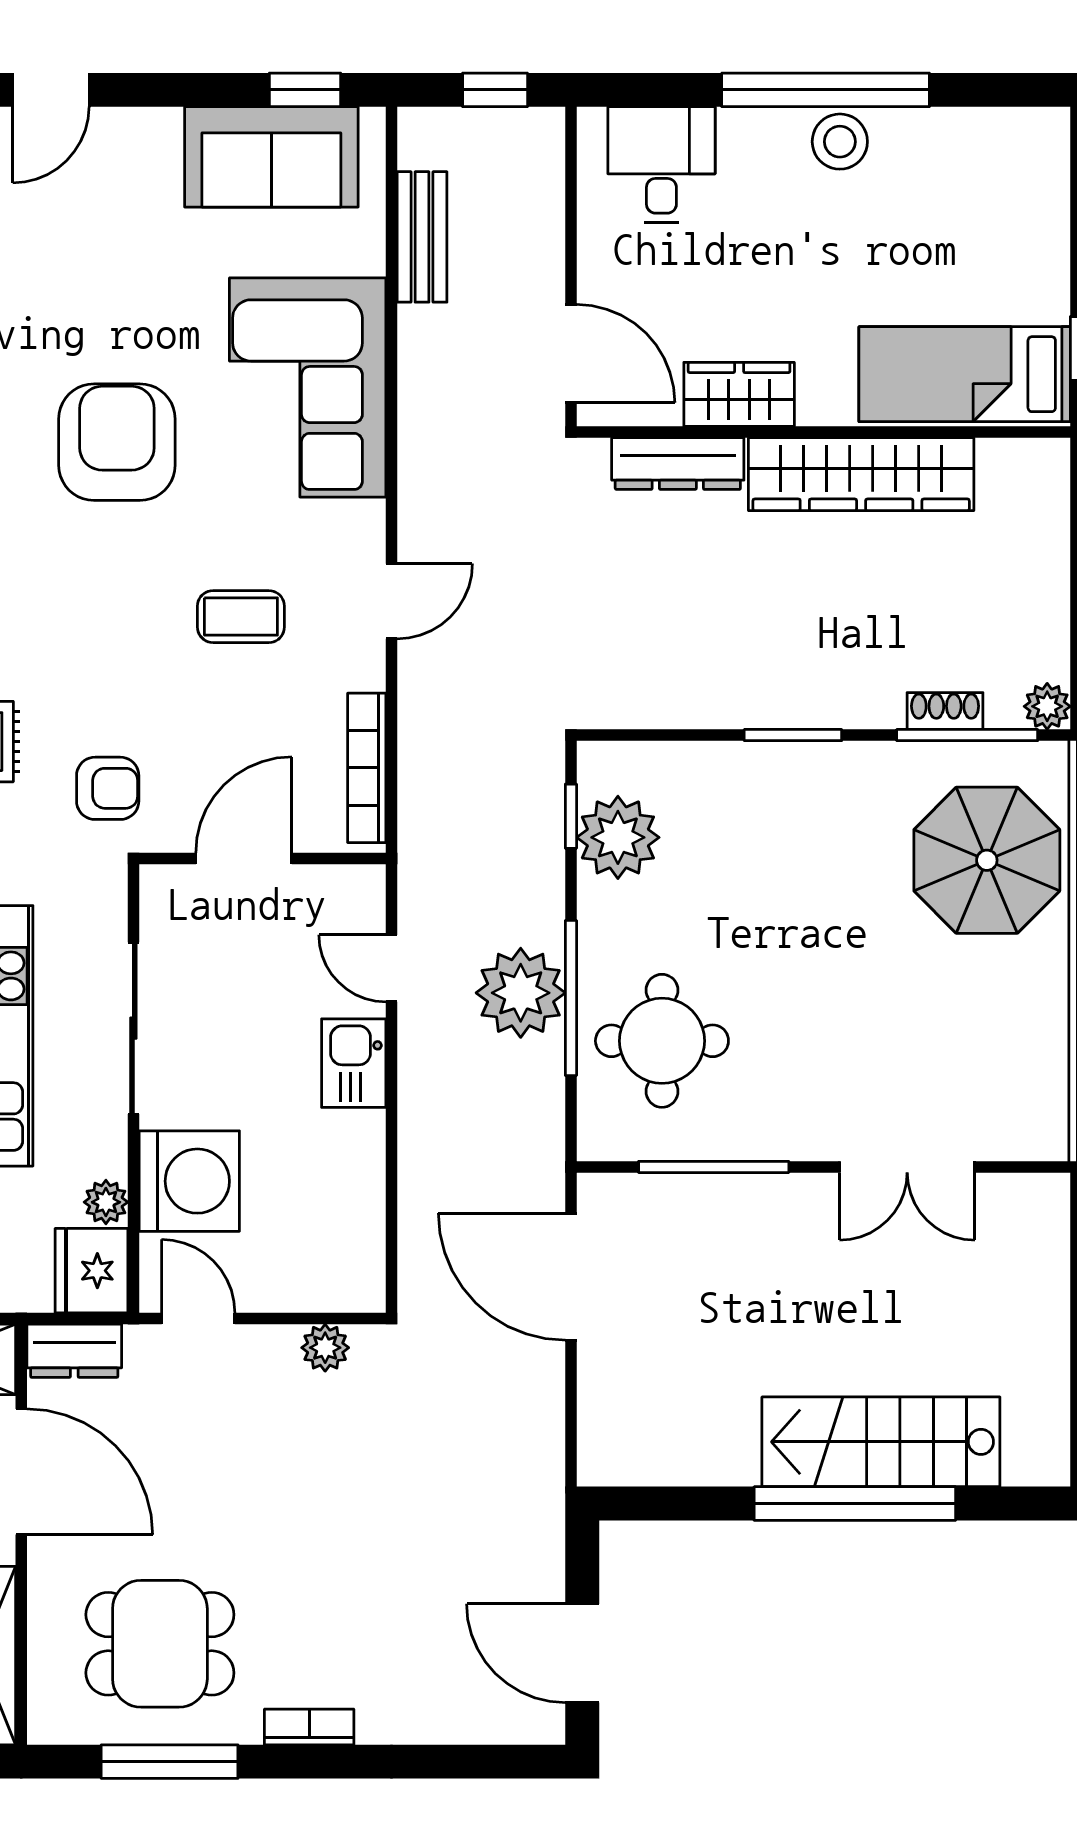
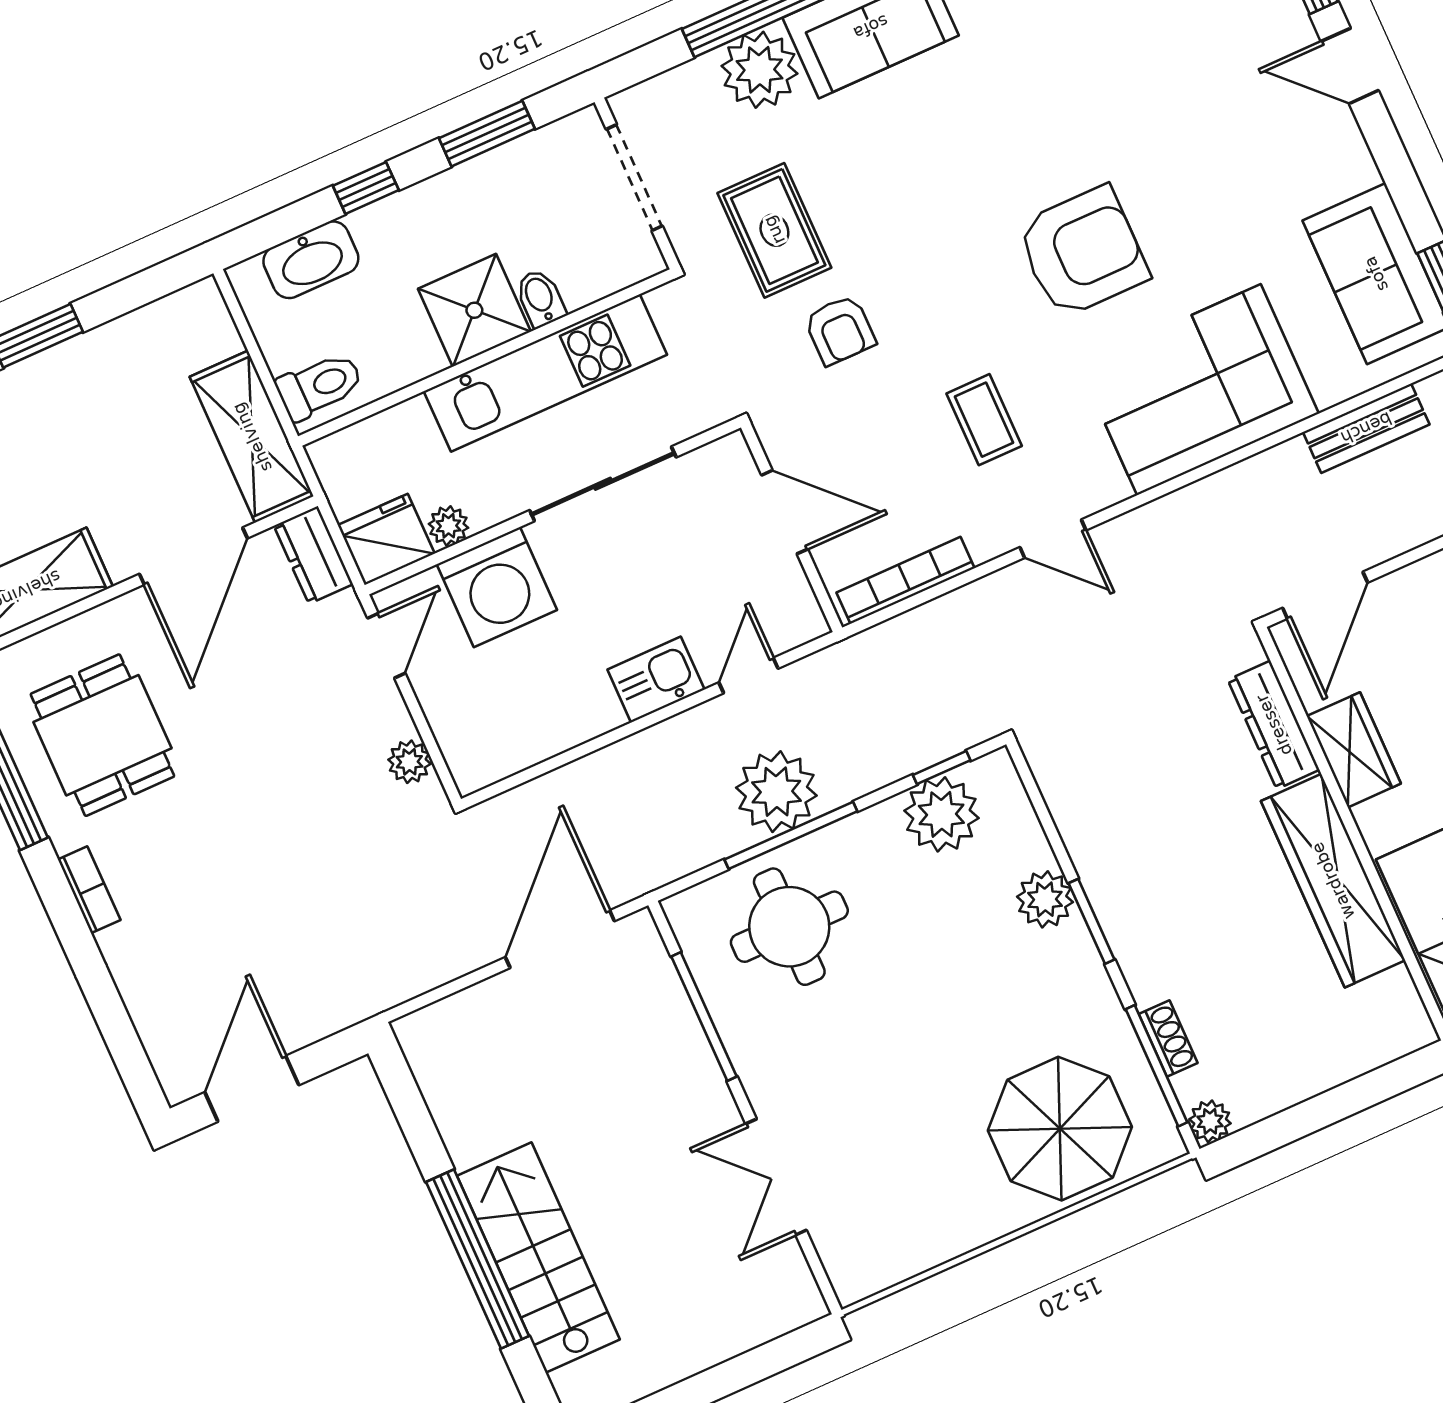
plant: (750, 772) -> (1045, 899), added
armchair: (108, 788) -> (840, 330), moved

